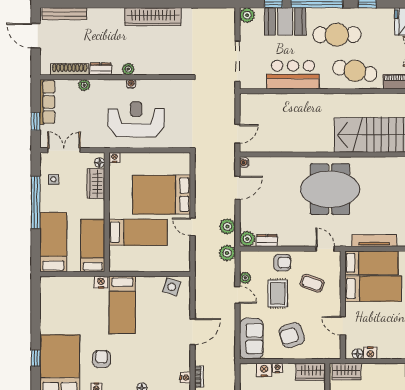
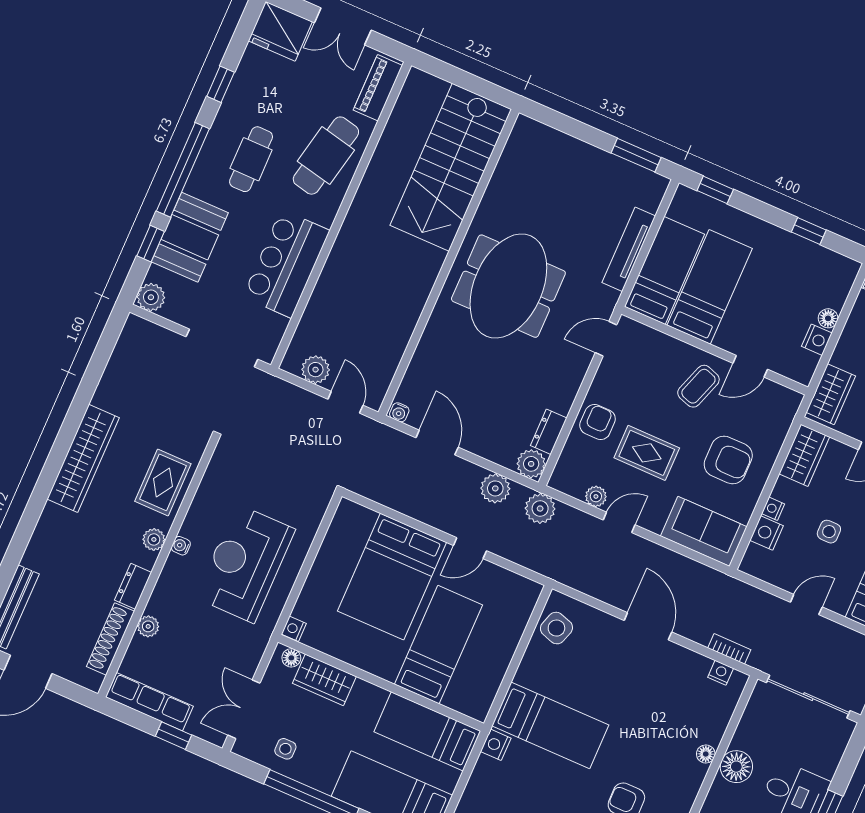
cafe table: (337, 35) -> (251, 159), width x0.73, depth x0.74
rug: (158, 61) -> (163, 482), added
plant: (247, 112) -> (316, 370), added
coffee table: (312, 283) -> (698, 386), moved
armchair: (292, 335) -> (728, 460), turned -72
floor lamp: (357, 354) -> (828, 318), moved

